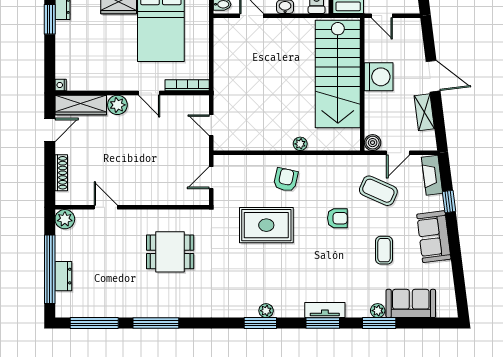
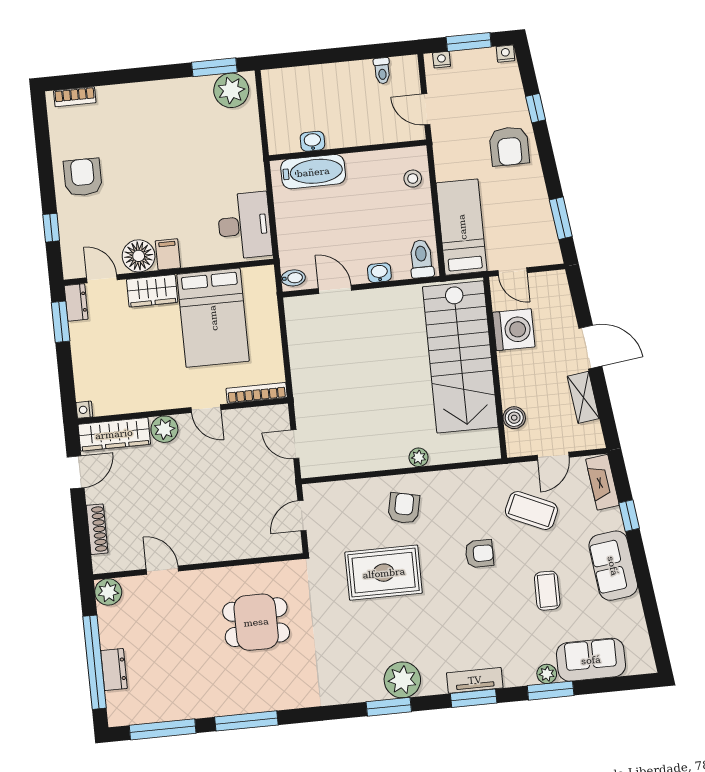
washing machine: (379, 77) -> (514, 330), moved
boiler: (373, 143) -> (514, 418), moved
plant: (266, 311) -> (402, 680), width x1.88, depth x1.88

